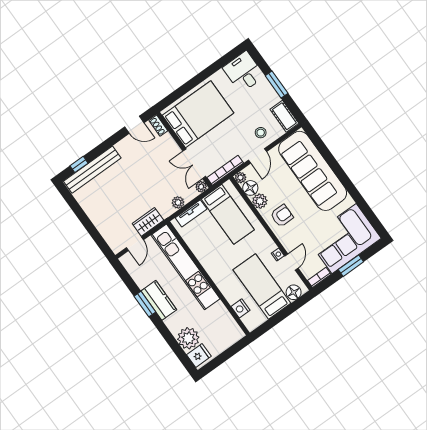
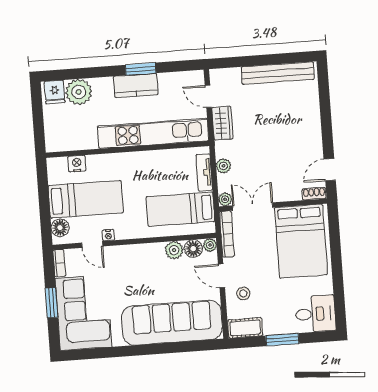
window: (79, 164) -> (324, 89), removed
bench: (92, 170) -> (278, 73), moved, turned 90
armchair: (282, 216) -> (145, 263), removed

